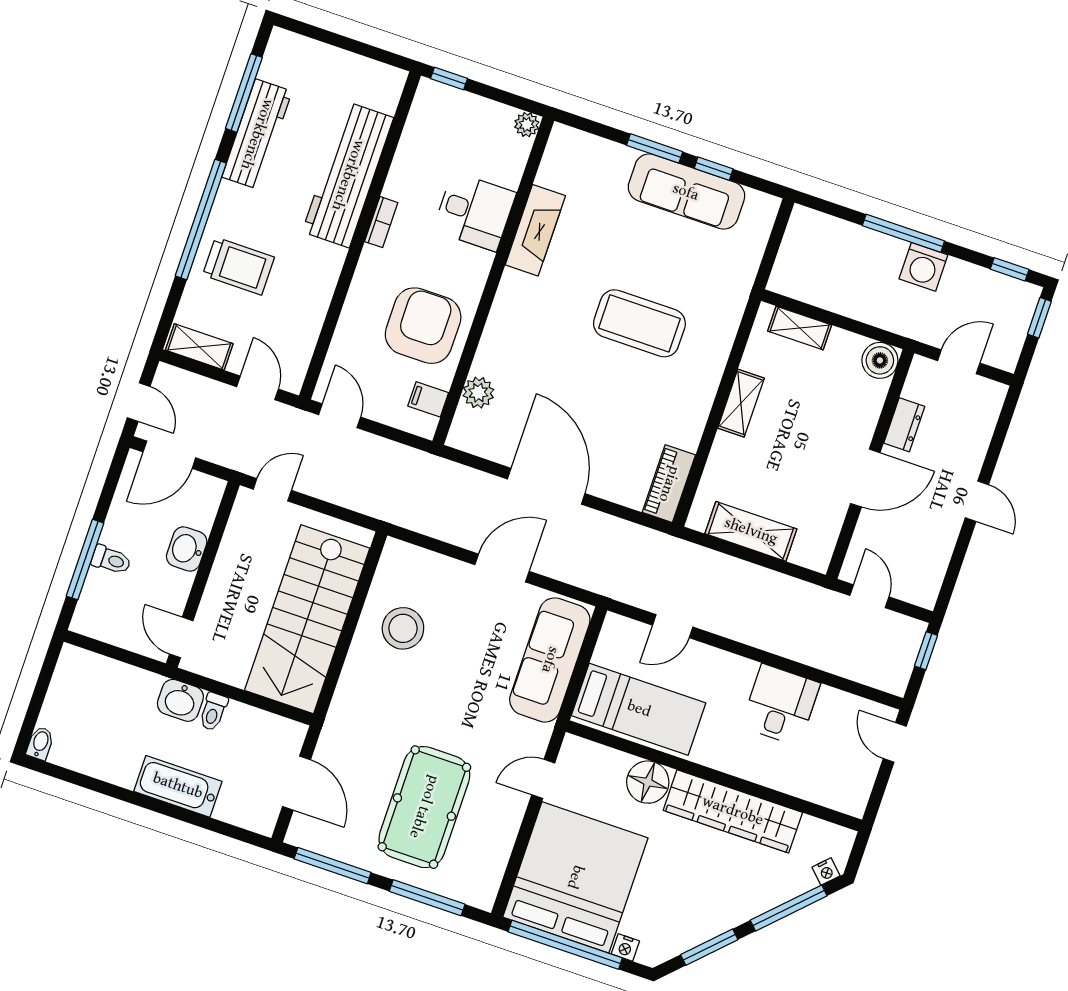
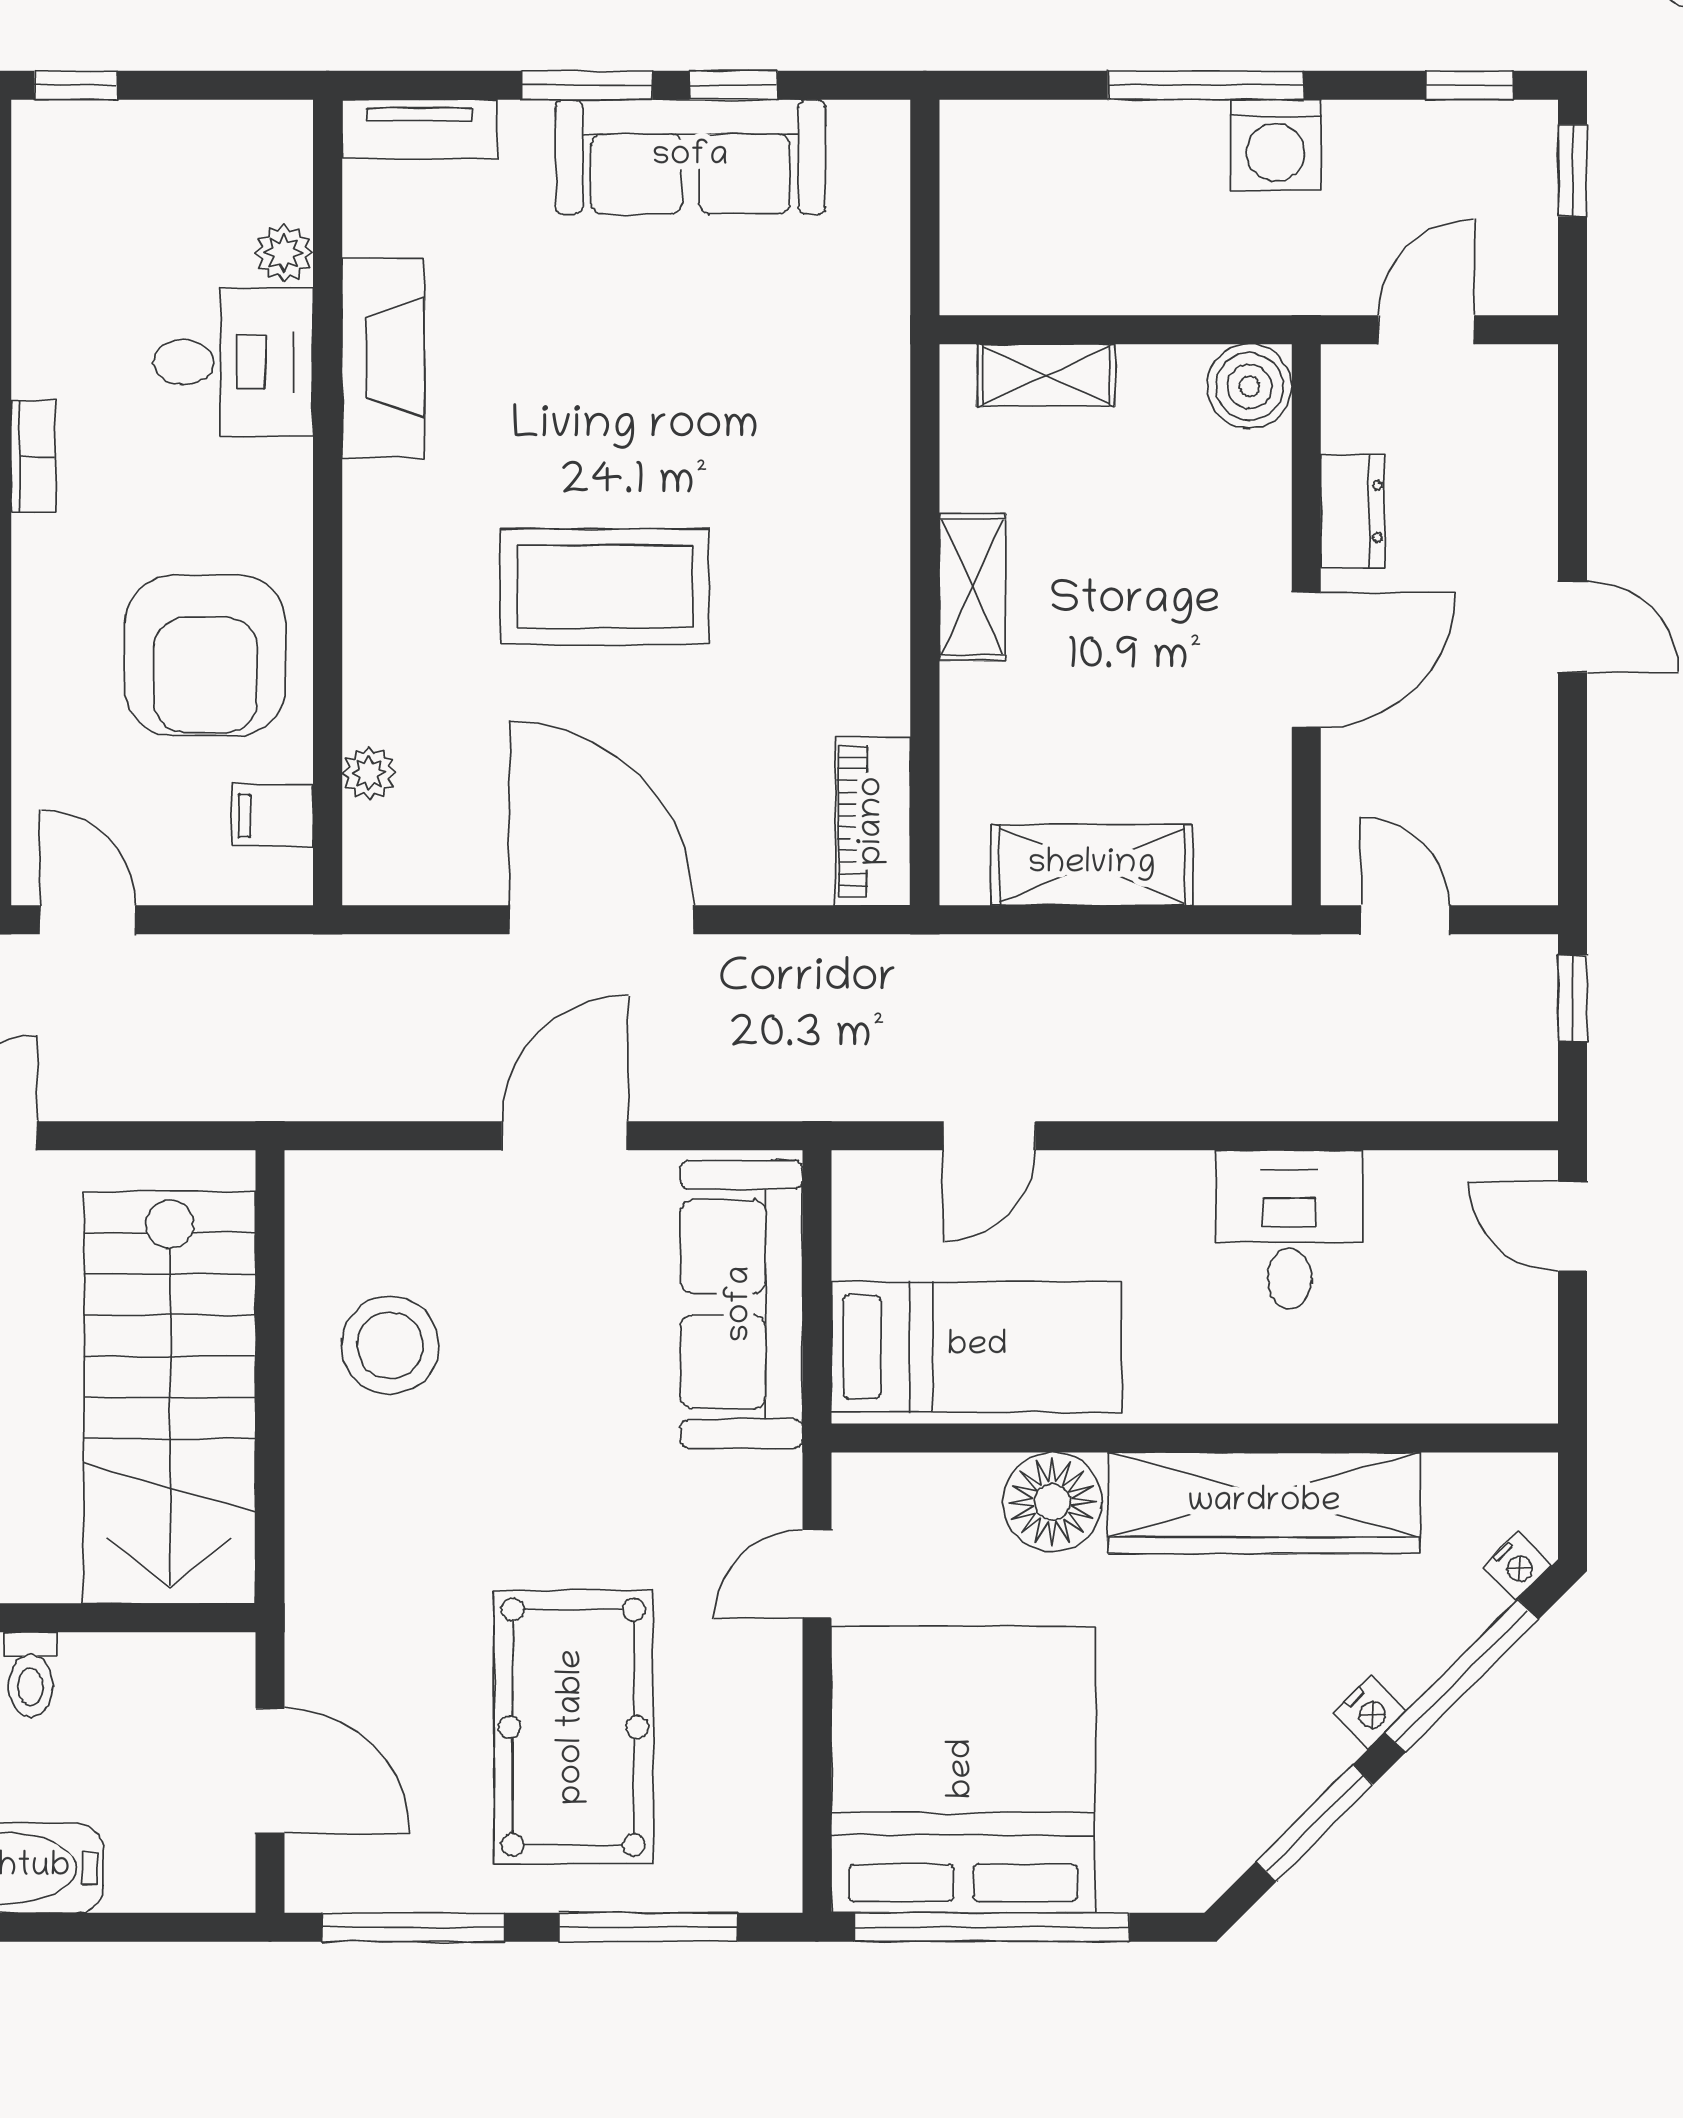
plant: (527, 125) -> (284, 253), moved
tv unit: (581, 143) -> (419, 129), added
coffee table: (639, 323) -> (605, 587), moved
armchair: (423, 326) -> (205, 655), turned 180
plant: (478, 393) -> (369, 773), width x0.73, depth x0.73
nightstand: (625, 947) -> (1370, 1712), moved, turned -45

